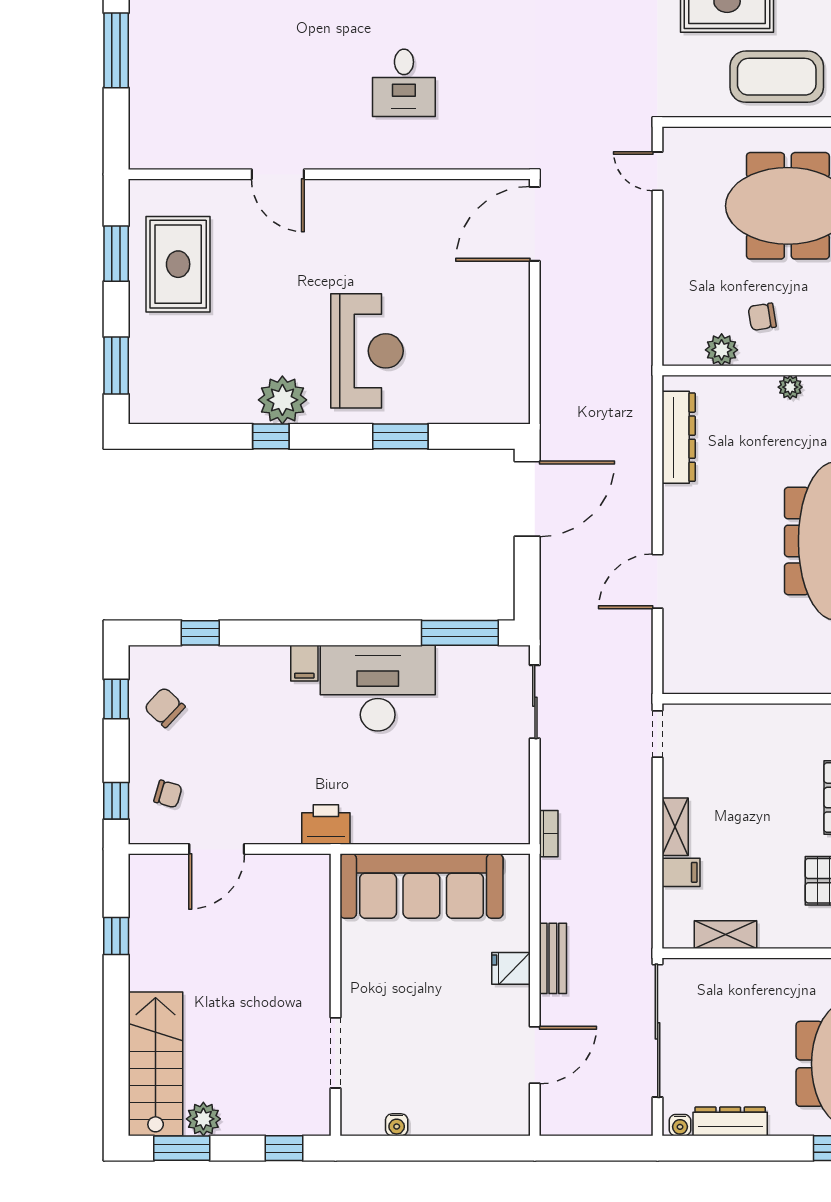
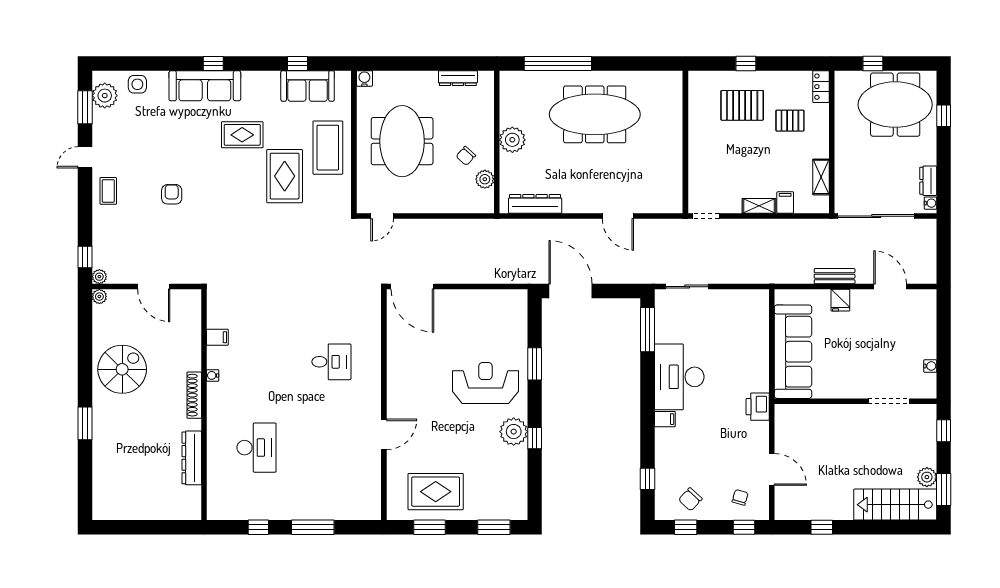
chair: (762, 317) -> (466, 156), turned 51
plant: (790, 387) -> (512, 140), width x1.87, depth x1.87
bookcase: (549, 834) -> (763, 279), removed
dresser: (730, 1121) -> (928, 181), width x0.70

